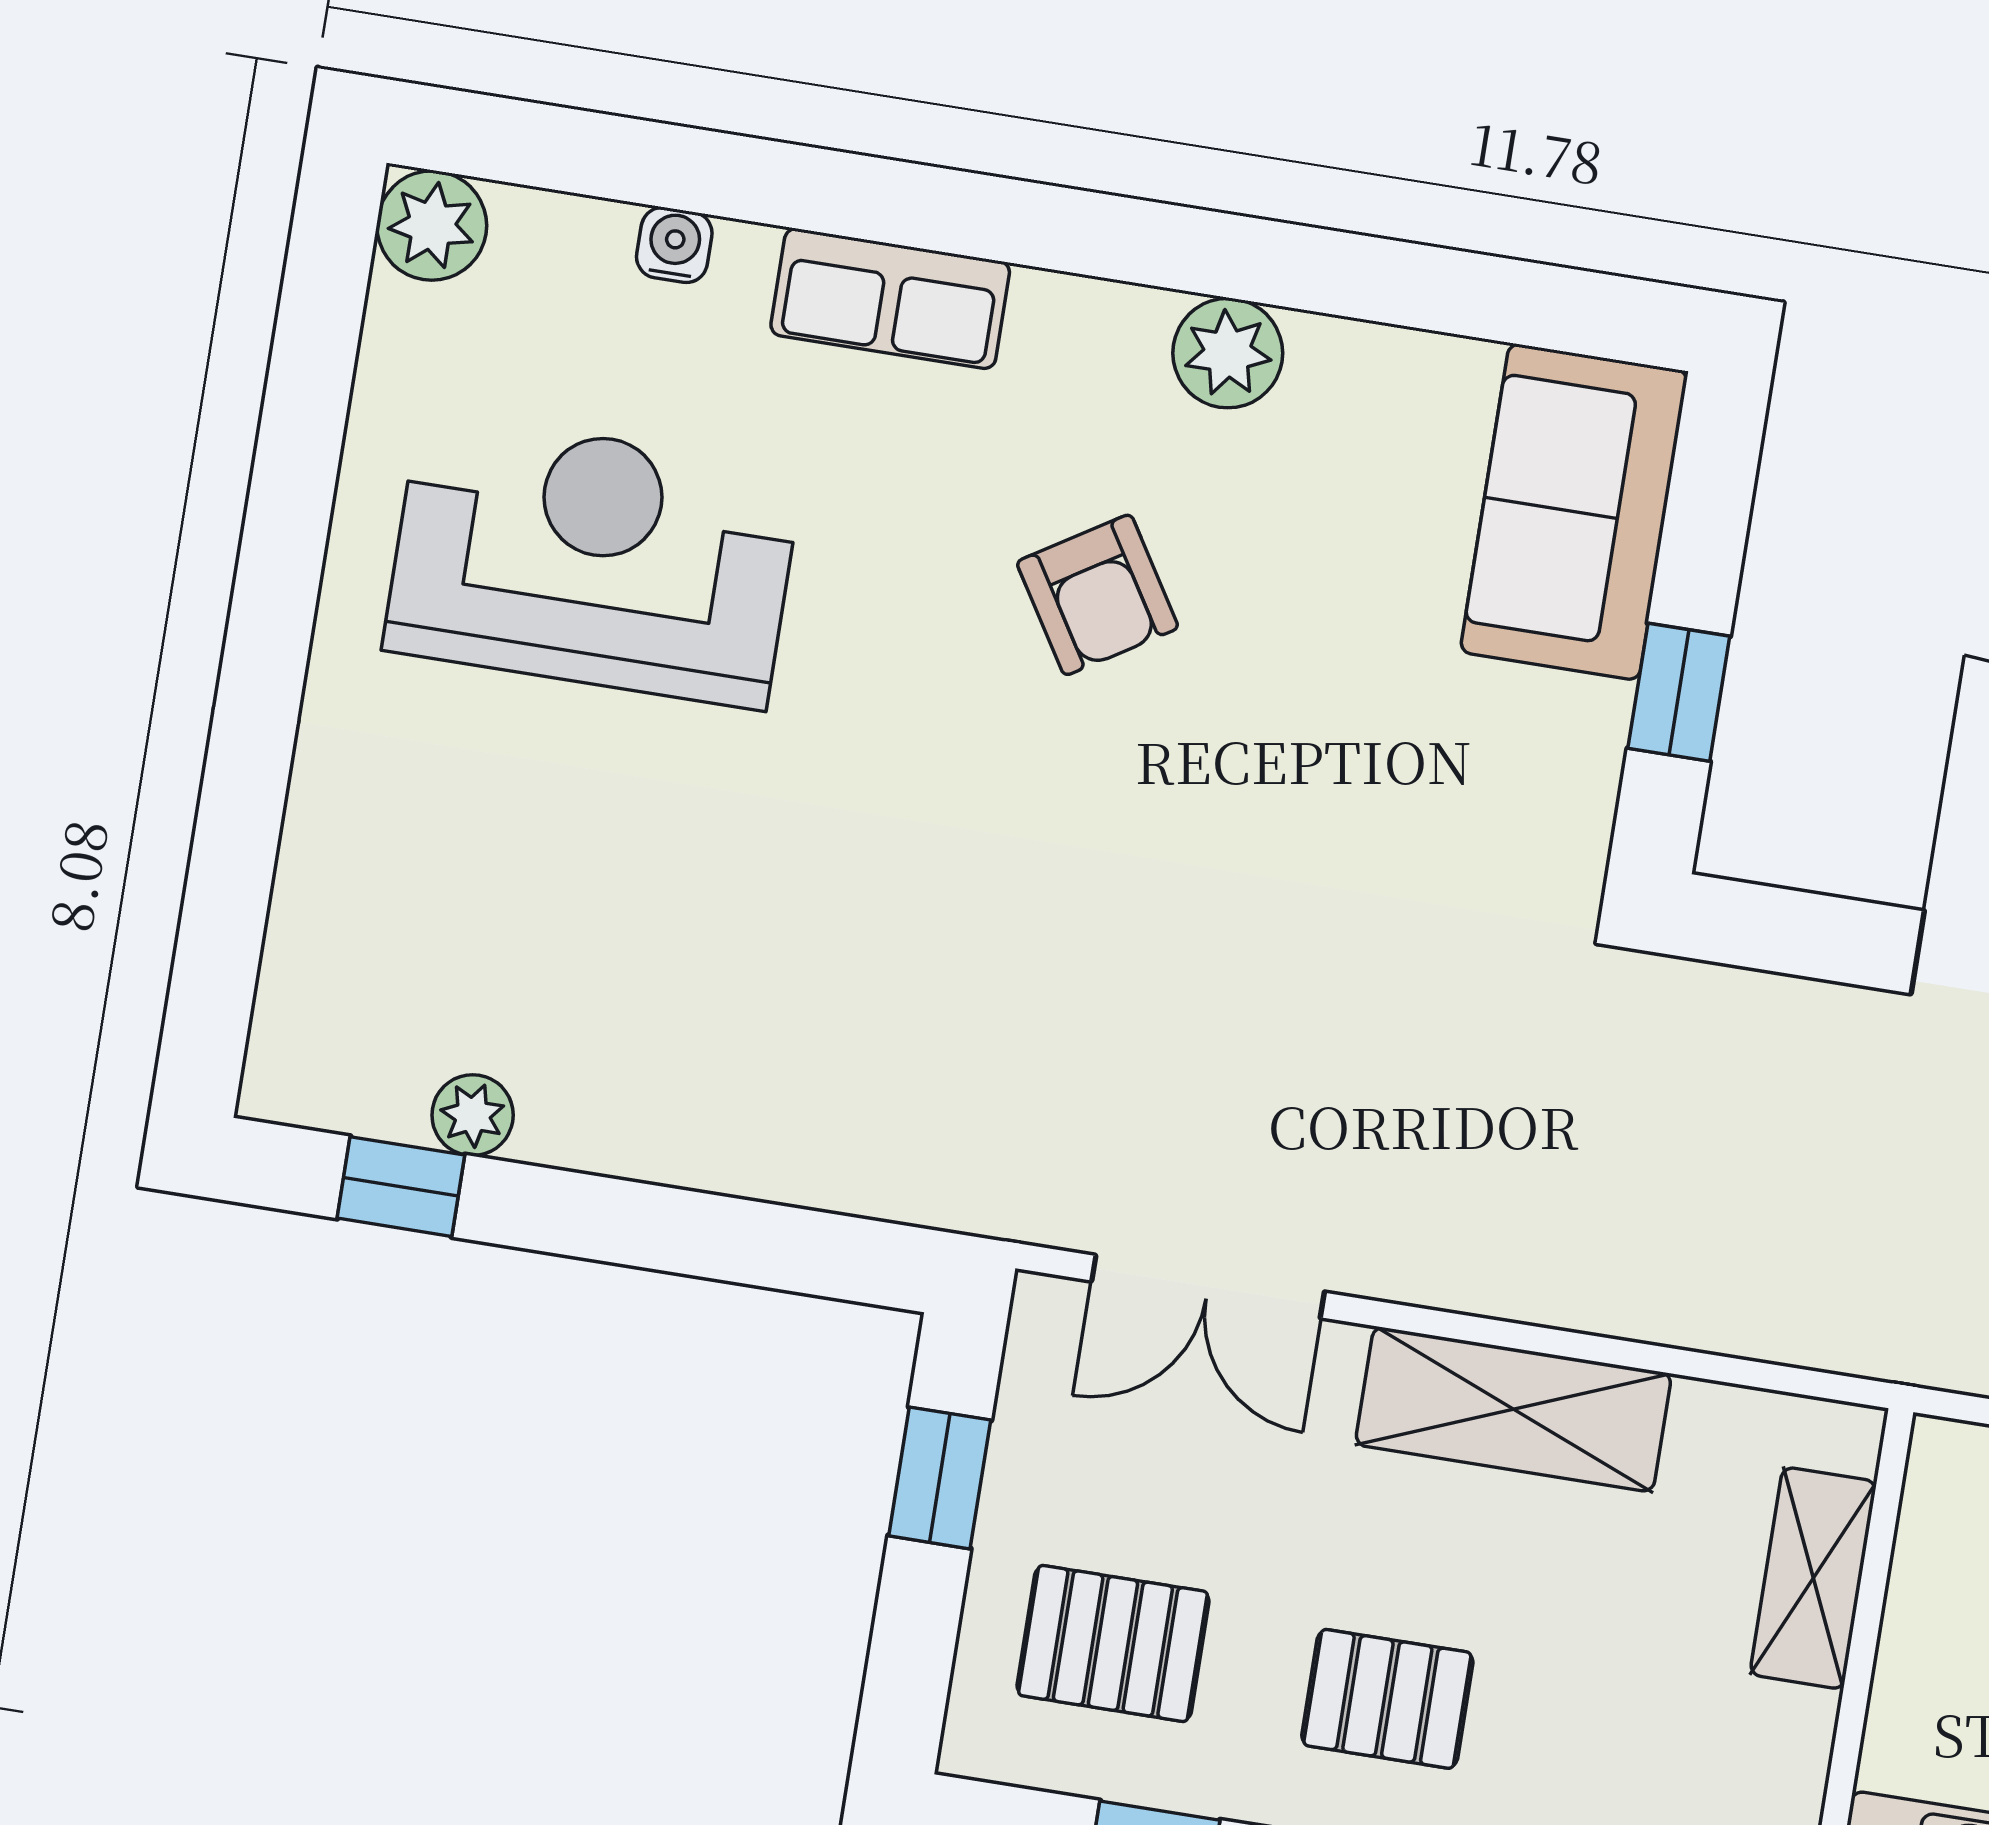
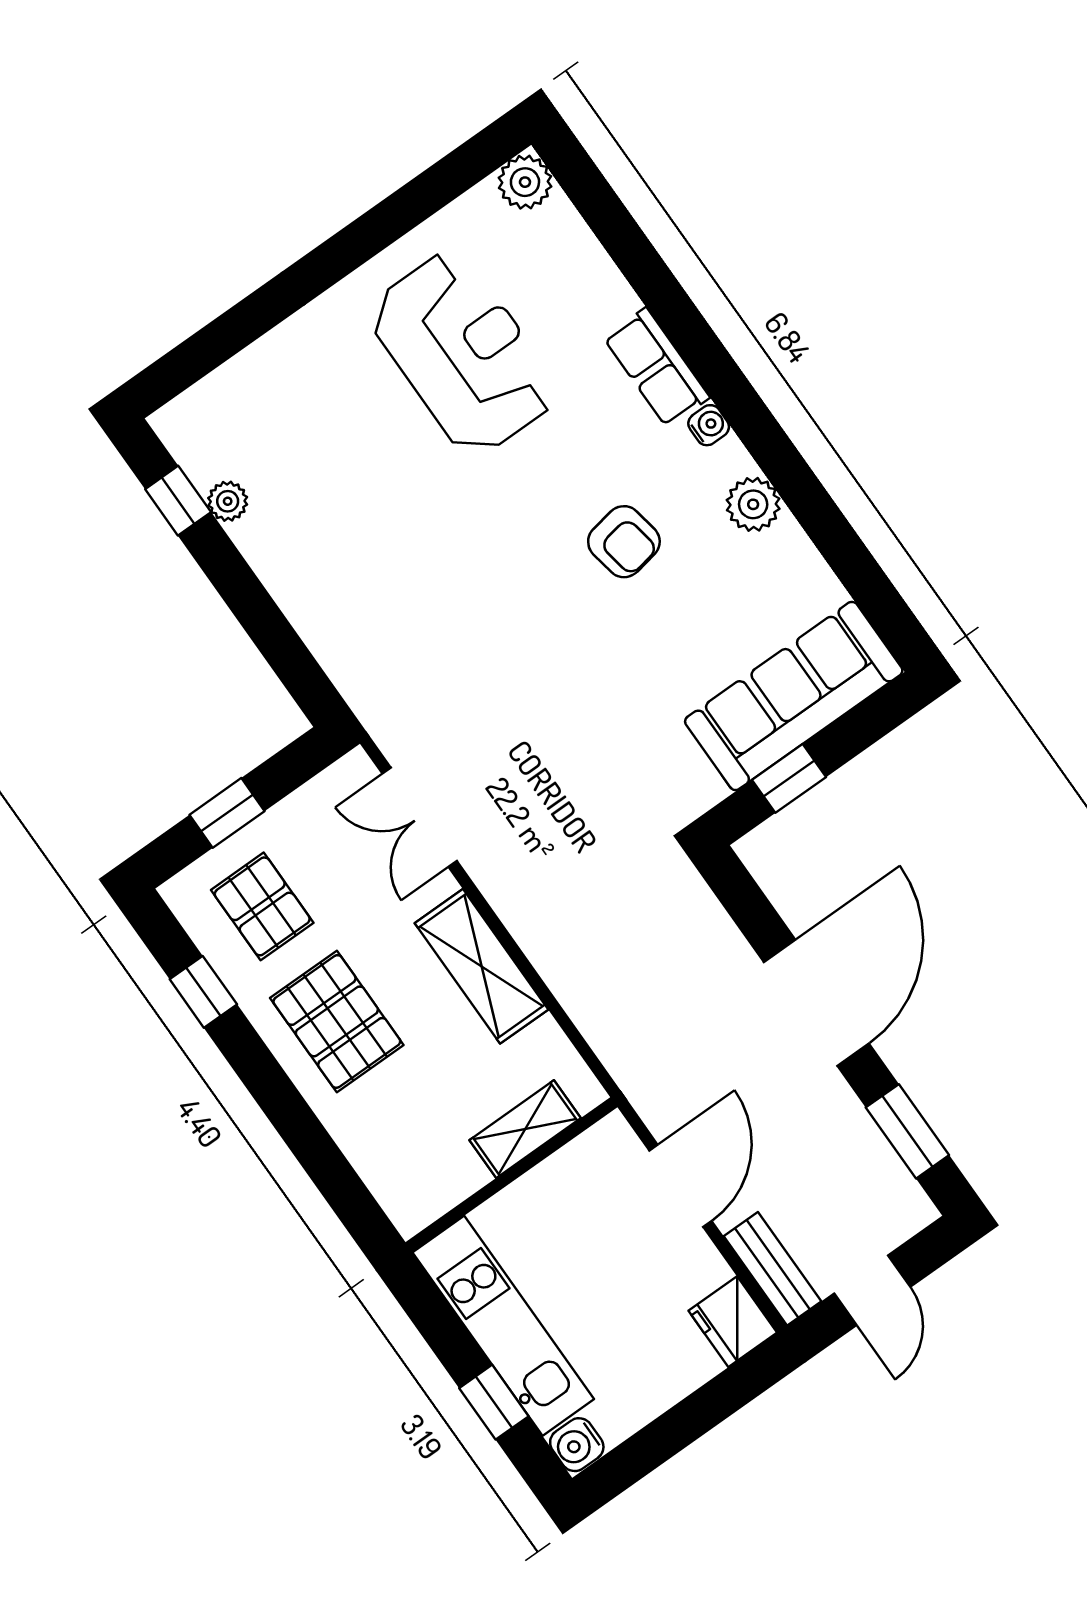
water cooler: (674, 245) -> (709, 425), moved
sofa: (1574, 512) -> (794, 696), width x1.36
armchair: (1097, 595) -> (624, 542), turned -68
window: (940, 1478) -> (227, 813), moved
pallet: (1387, 1699) -> (337, 1021), width x1.50, depth x1.42

